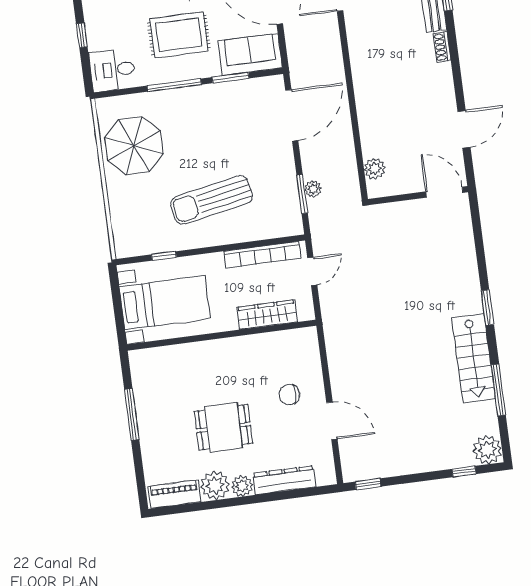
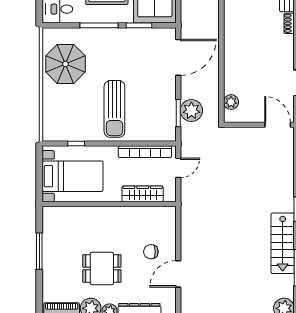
plant: (313, 189) -> (191, 111), width x1.88, depth x1.88
sun lounger: (212, 200) -> (114, 109), turned -79
door: (332, 421) -> (178, 274), swing flipped

